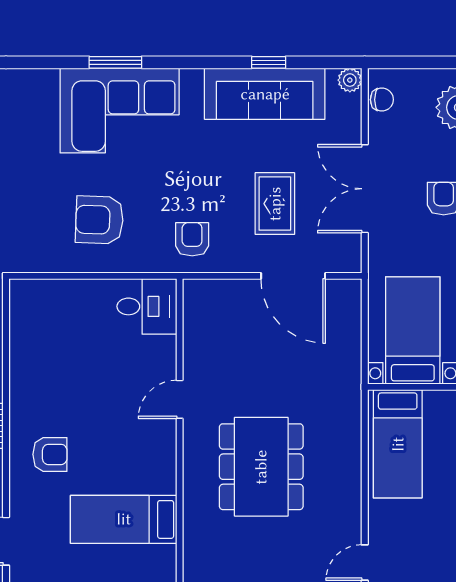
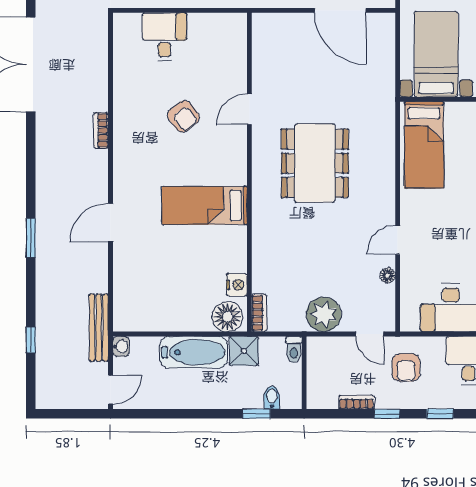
desk: (147, 306) -> (164, 37), moved, turned -90
armchair: (50, 454) -> (183, 116), moved, turned 52

